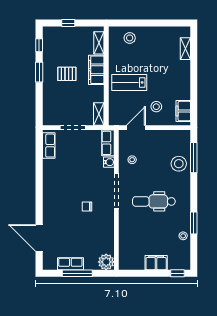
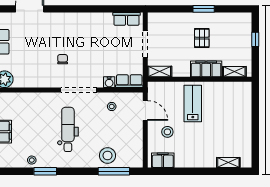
stool: (130, 38) -> (239, 104), removed
window: (39, 45) -> (232, 9), removed

